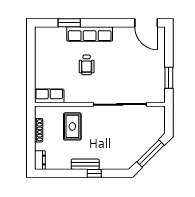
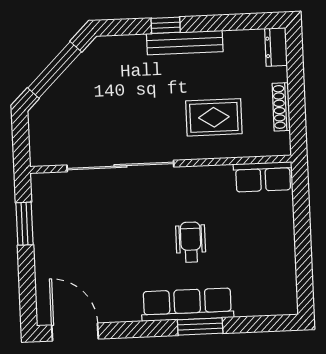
window: (69, 23) -> (200, 327), moved
rug: (72, 126) -> (214, 117), turned 90
bench: (85, 164) -> (185, 43), width x1.36

